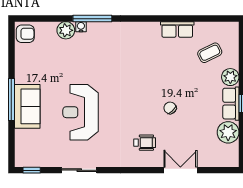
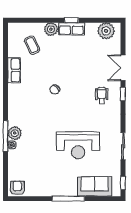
plant: (66, 30) -> (15, 133), moved
sofa: (27, 106) -> (95, 186), moved
chair: (170, 108) -> (55, 89), moved
plant: (228, 132) -> (106, 31), moved
window: (146, 170) -> (123, 94), added

